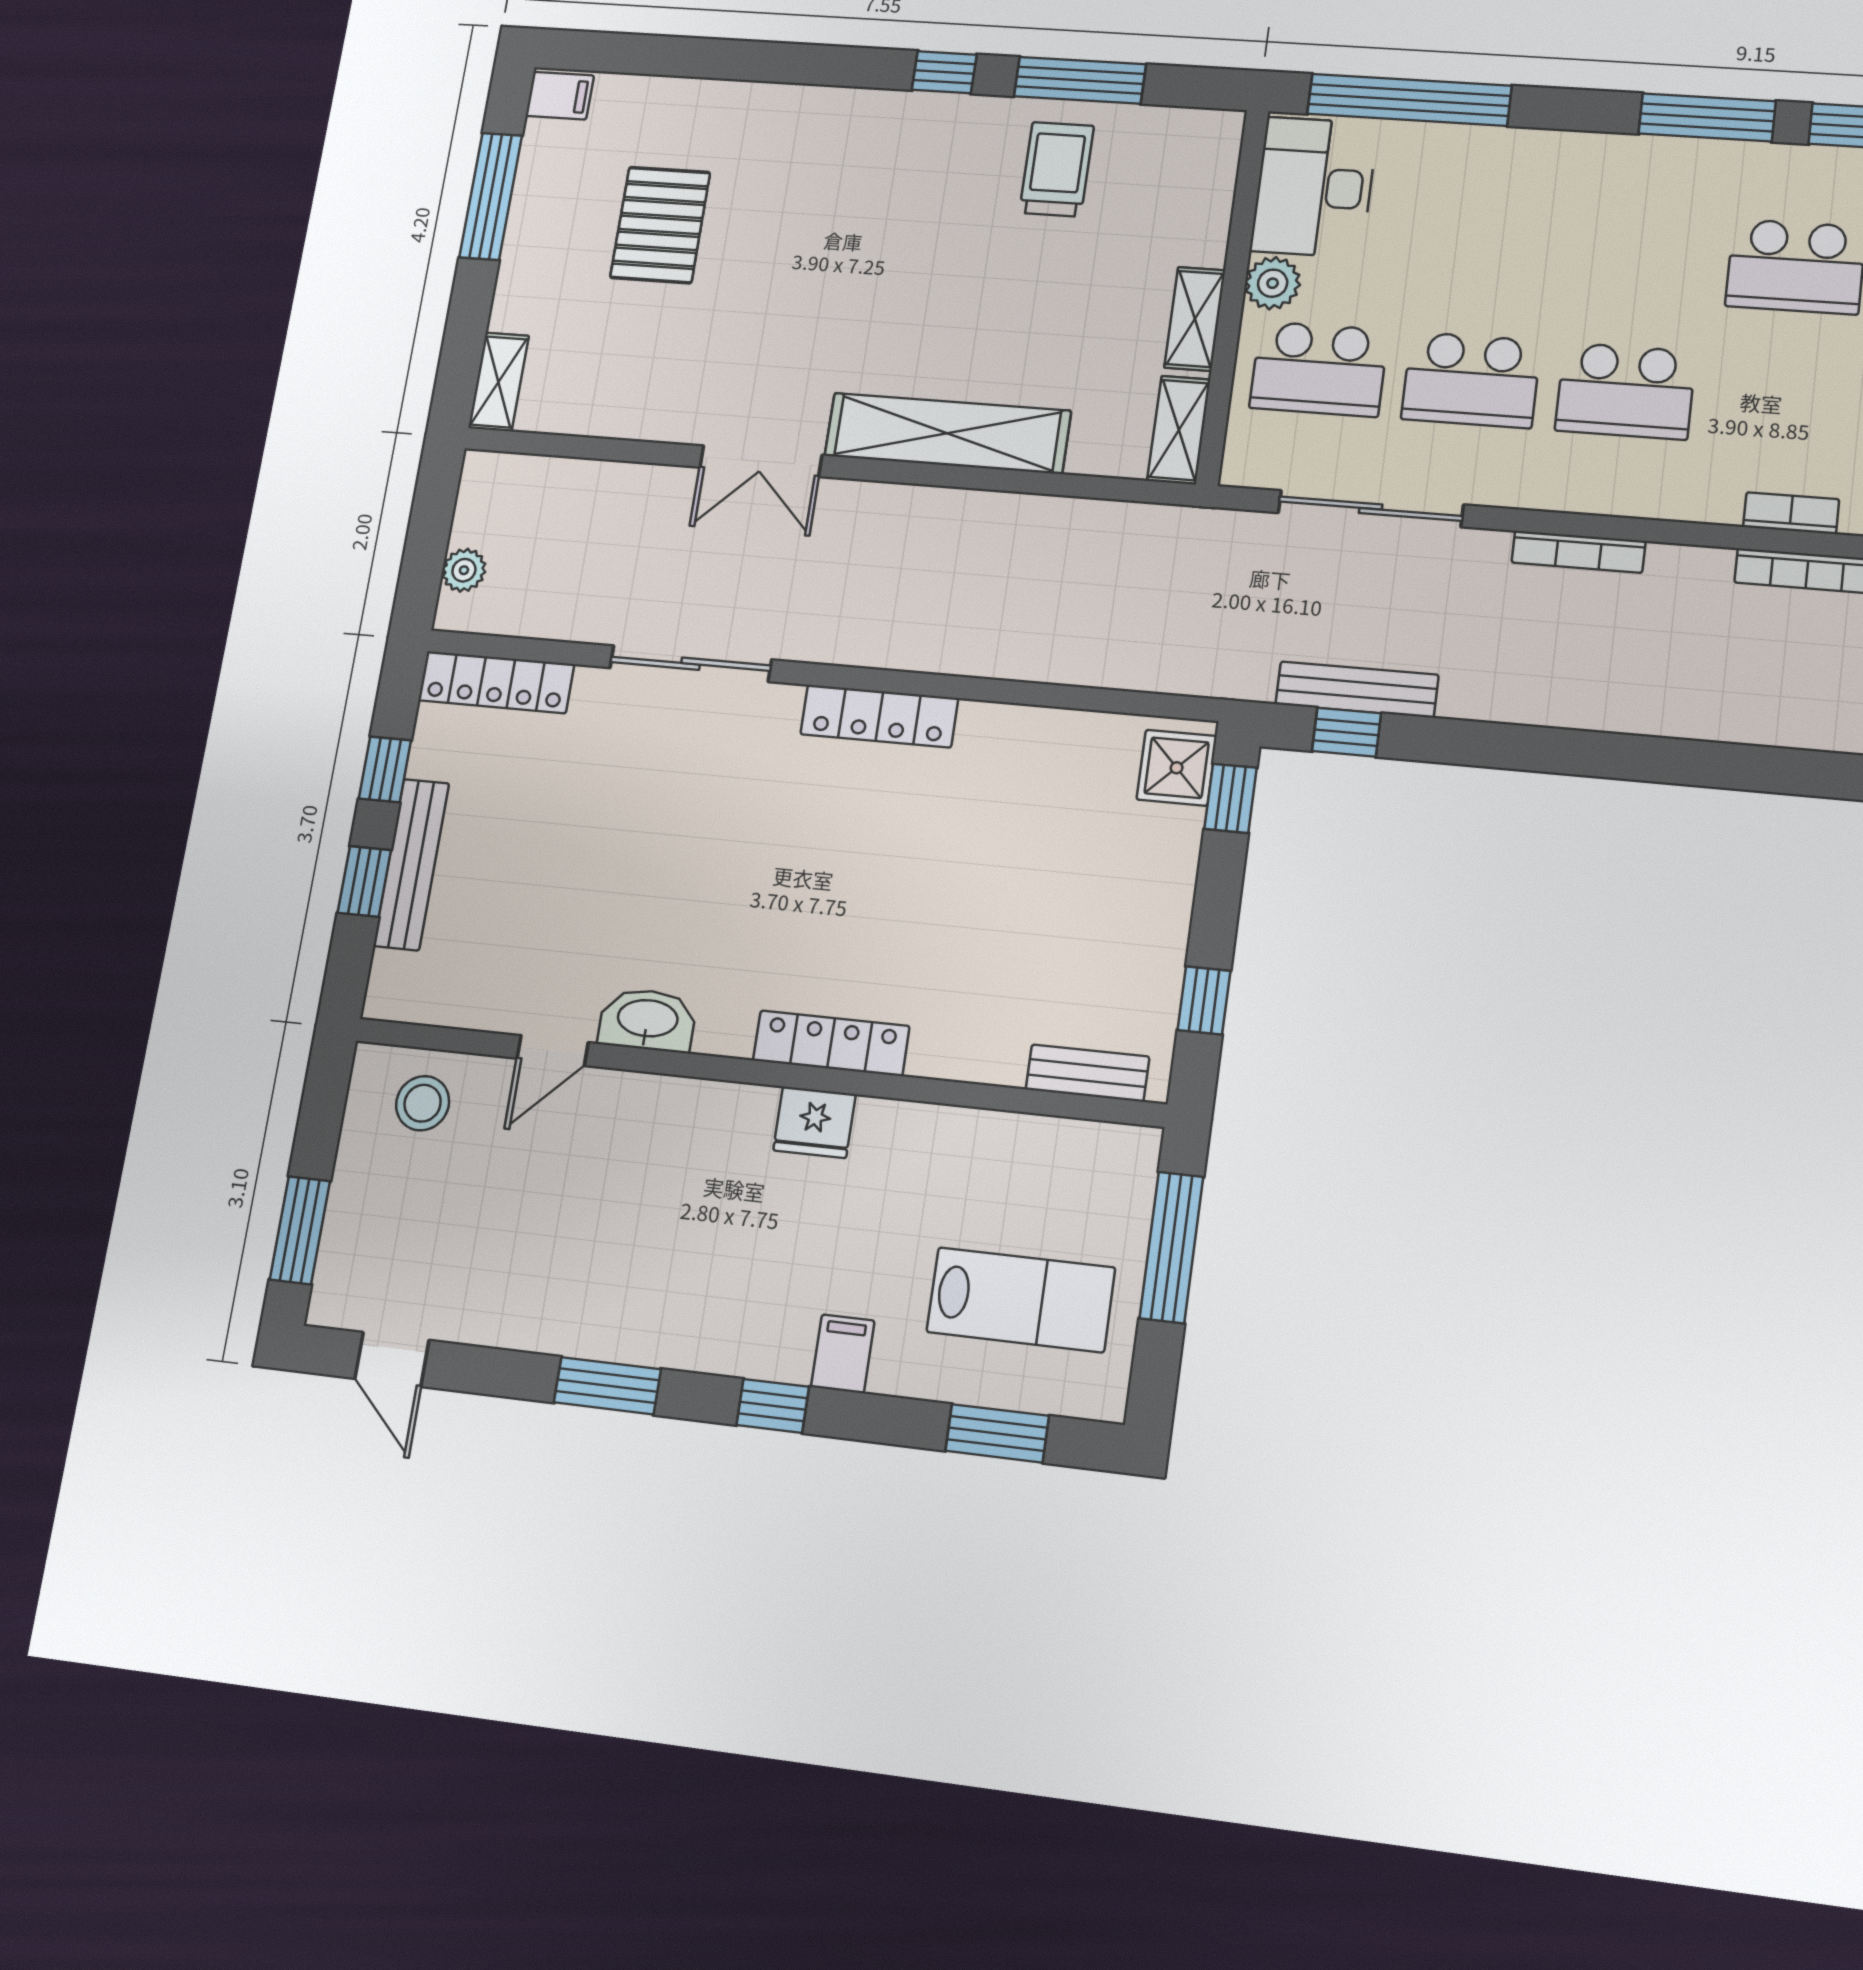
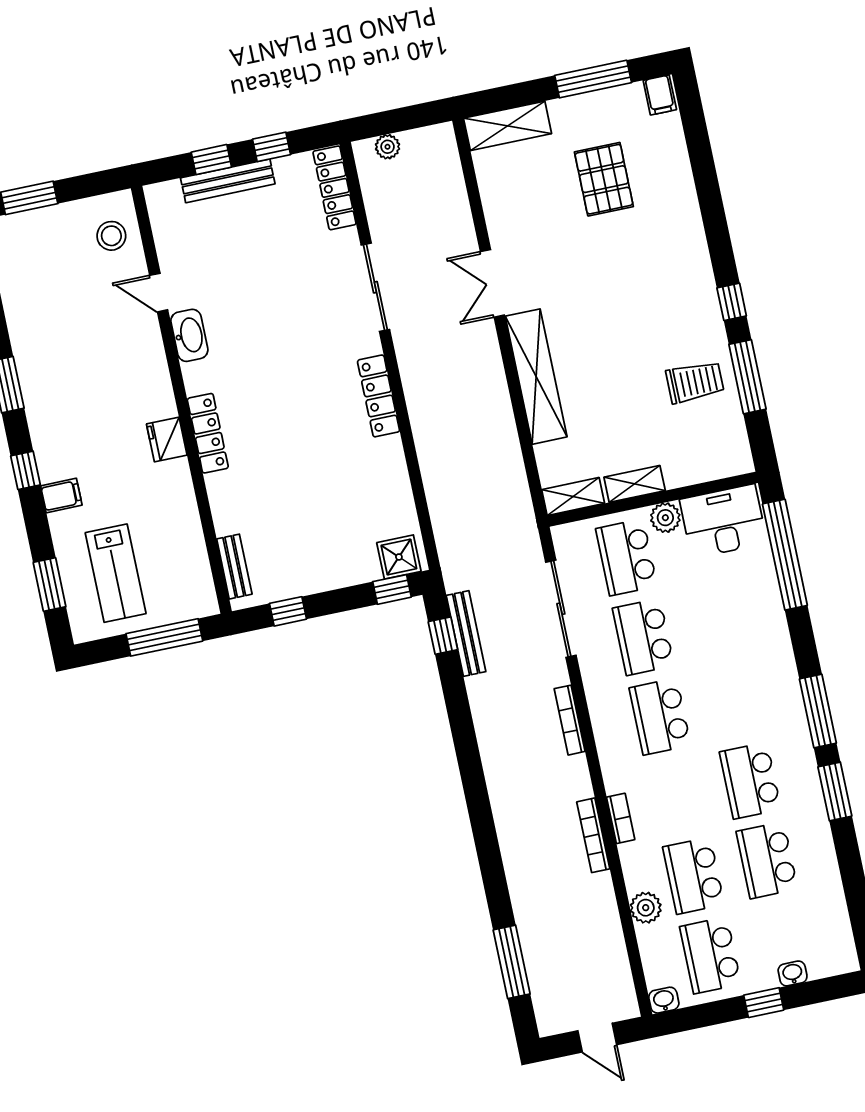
pallet: (660, 225) -> (604, 179), turned 90
shelving: (499, 382) -> (508, 126), width x1.50, depth x1.33

